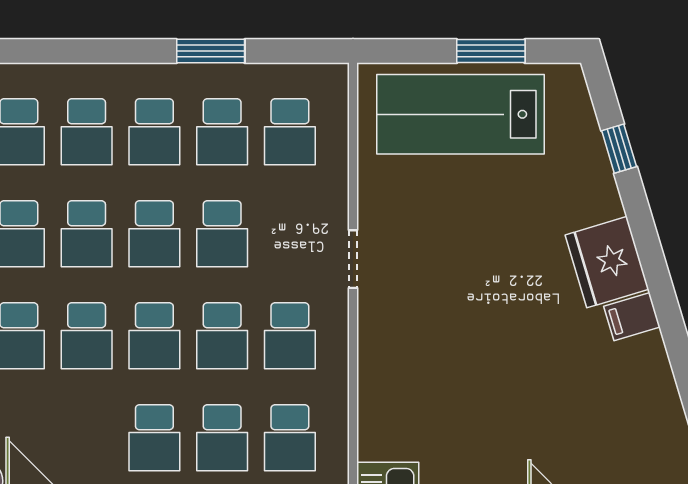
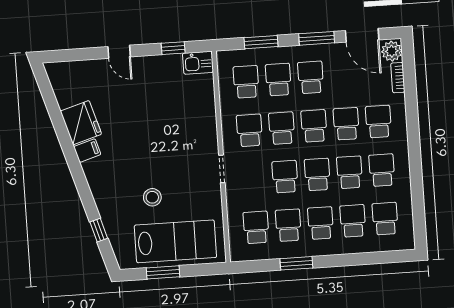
stool: (503, 210) -> (152, 197), added
fridge: (607, 262) -> (81, 123), moved

